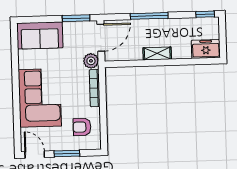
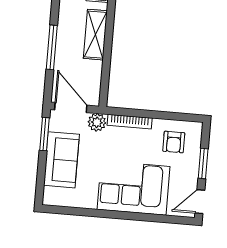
sofa: (40, 35) -> (61, 160), moved
shelving: (157, 53) -> (95, 35), width x1.50, depth x1.33

